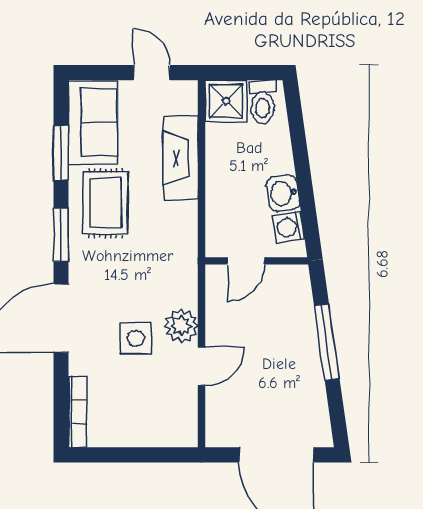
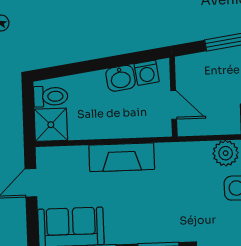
fireplace: (181, 158) -> (122, 157), moved
rug: (105, 203) -> (133, 215), removed

